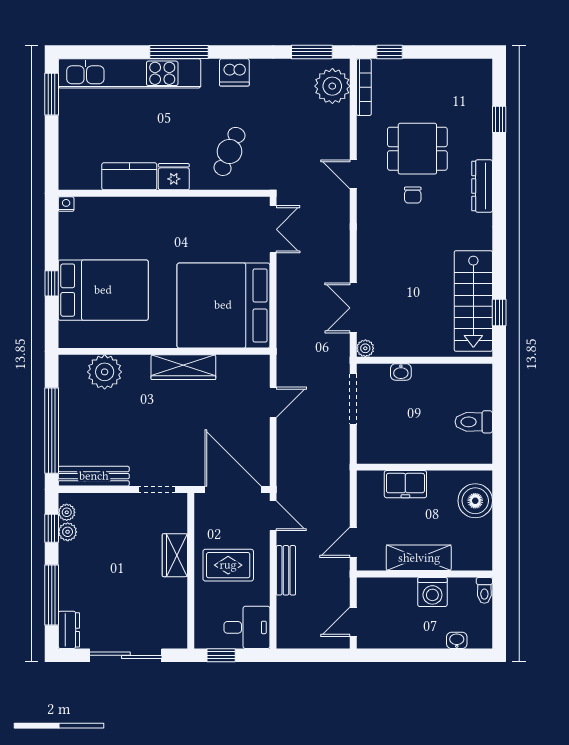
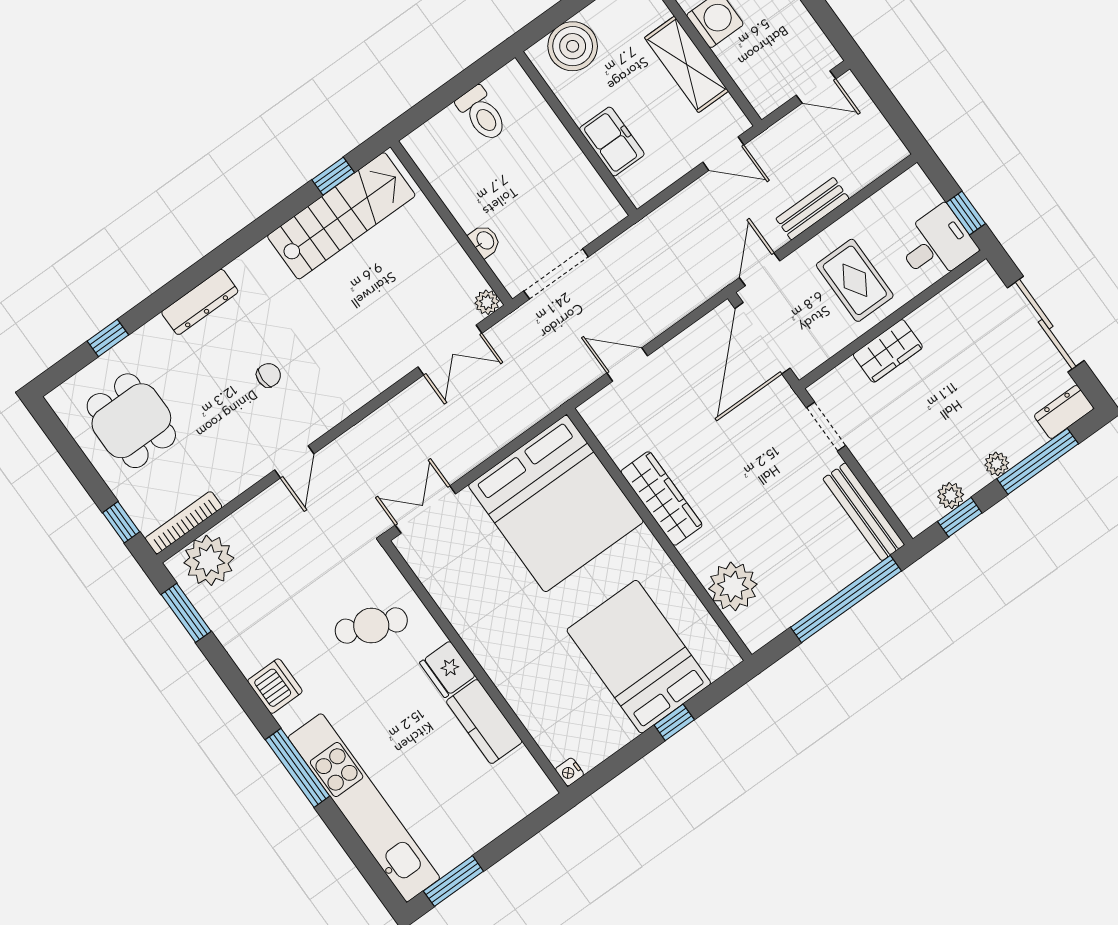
dining table: (417, 149) -> (131, 421), moved
plant: (67, 512) -> (997, 464), moved
desk: (247, 627) -> (936, 245), moved, turned 90

